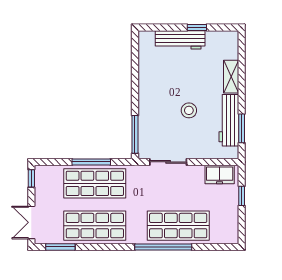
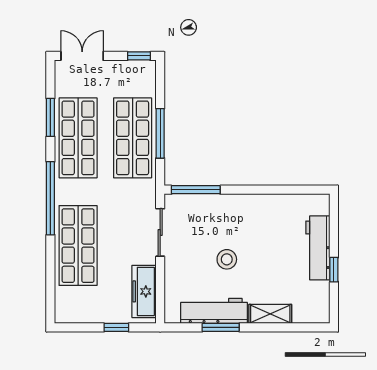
window: (242, 128) -> (221, 327), moved
freezer: (220, 174) -> (144, 291), width x1.40
window: (60, 247) -> (50, 117), moved
window: (163, 247) -> (50, 198), moved

